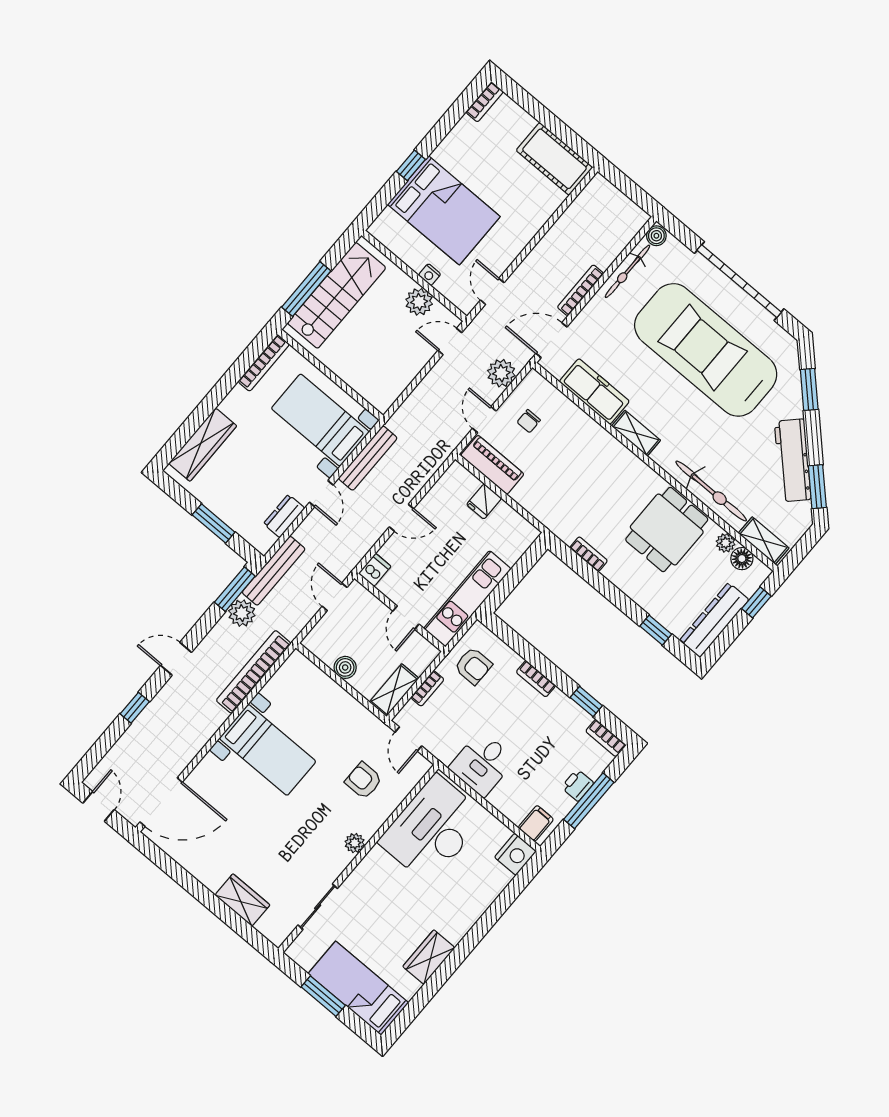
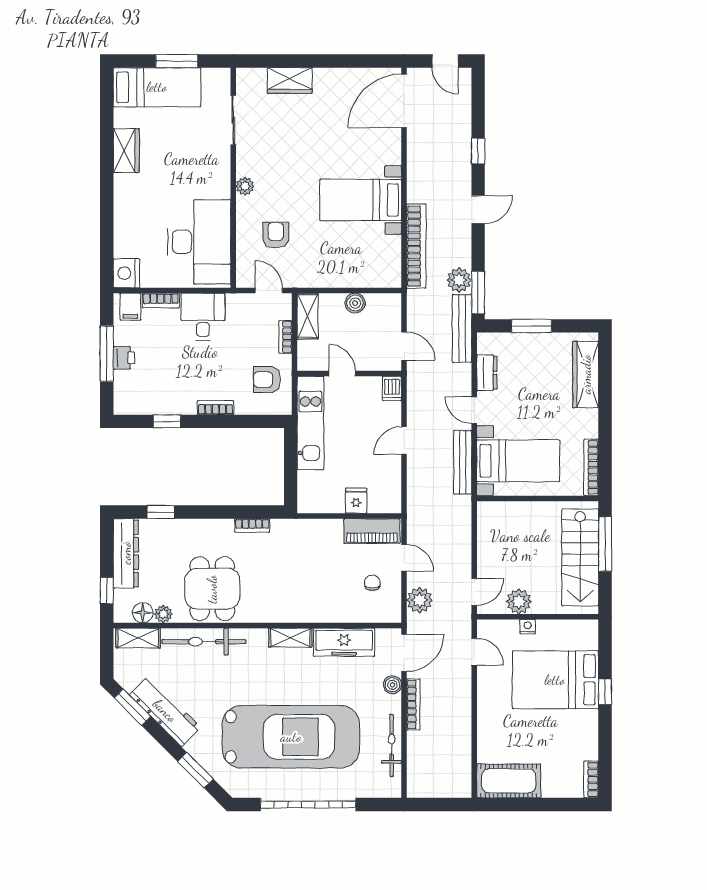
boiler: (656, 236) -> (392, 685), moved
bookcase: (606, 738) -> (161, 300), moved, turned 180
armchair: (364, 781) -> (276, 235), turned -90

